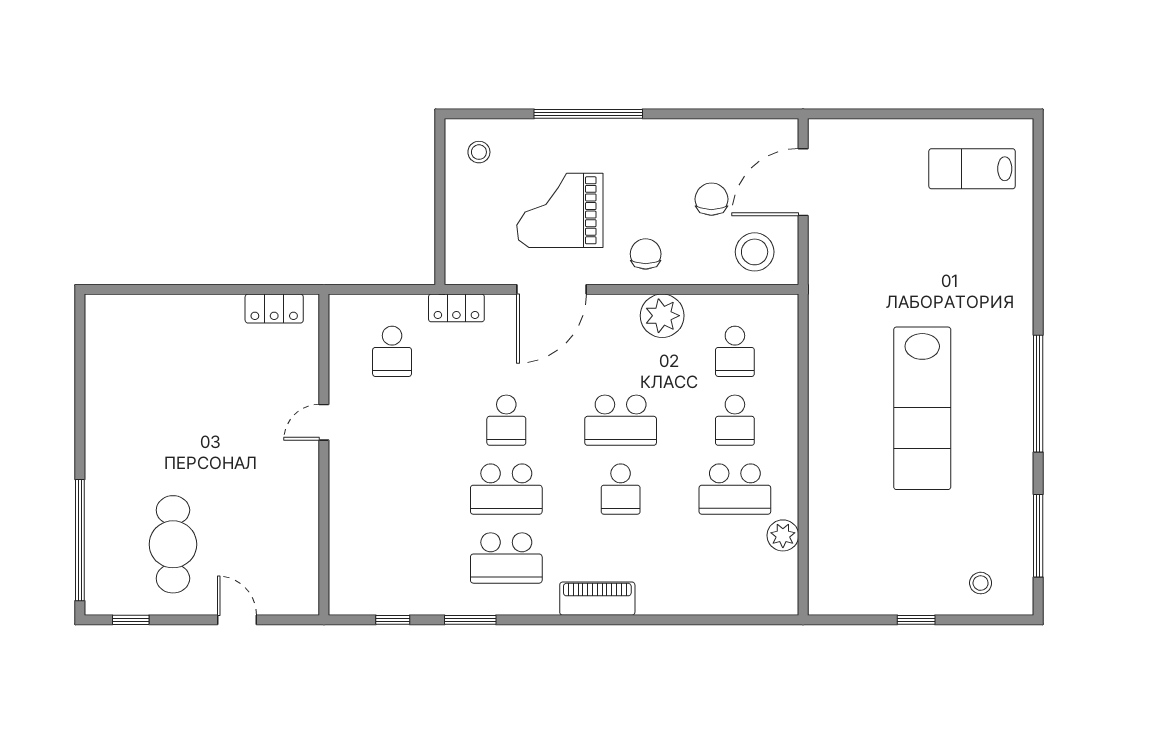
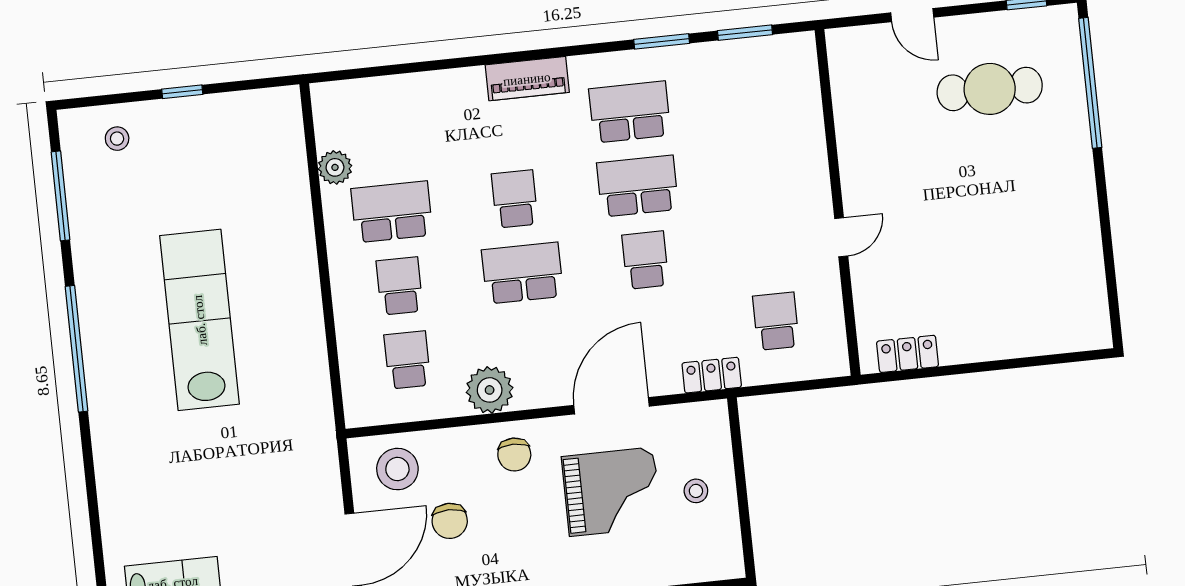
stool: (479, 152) -> (696, 491), moved
cafe table: (173, 544) -> (990, 89), turned 90
window: (393, 620) -> (745, 33), width x1.50

